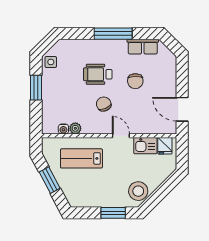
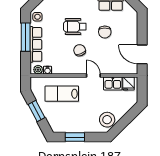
window: (36, 88) -> (26, 37), width x1.44
row of seats: (49, 97) -> (36, 44), added
plant: (75, 128) -> (38, 70), moved
window: (113, 213) -> (75, 137), moved

